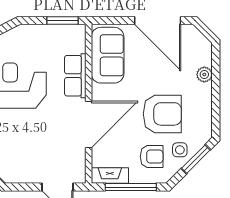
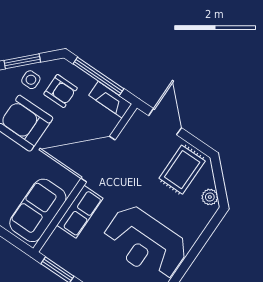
armchair: (152, 157) -> (61, 91), turned 180
rug: (20, 160) -> (182, 170), added

